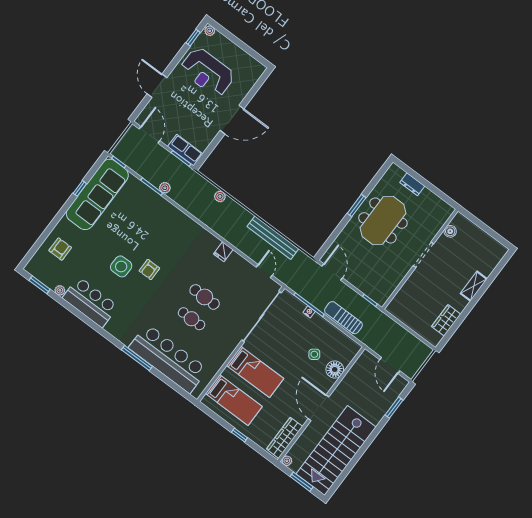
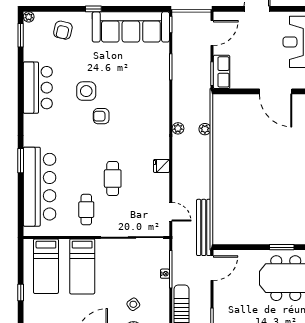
window: (80, 188) -> (93, 9), moved
plant: (165, 188) -> (178, 128), moved
bench: (273, 238) -> (204, 227), moved
armchair: (60, 249) -> (63, 30), turned 103
door: (264, 271) -> (171, 212), hinge flipped
plant: (60, 290) -> (29, 17), moved
cafe table: (191, 319) -> (86, 210), moved
window: (137, 358) -> (21, 161), width x0.69

